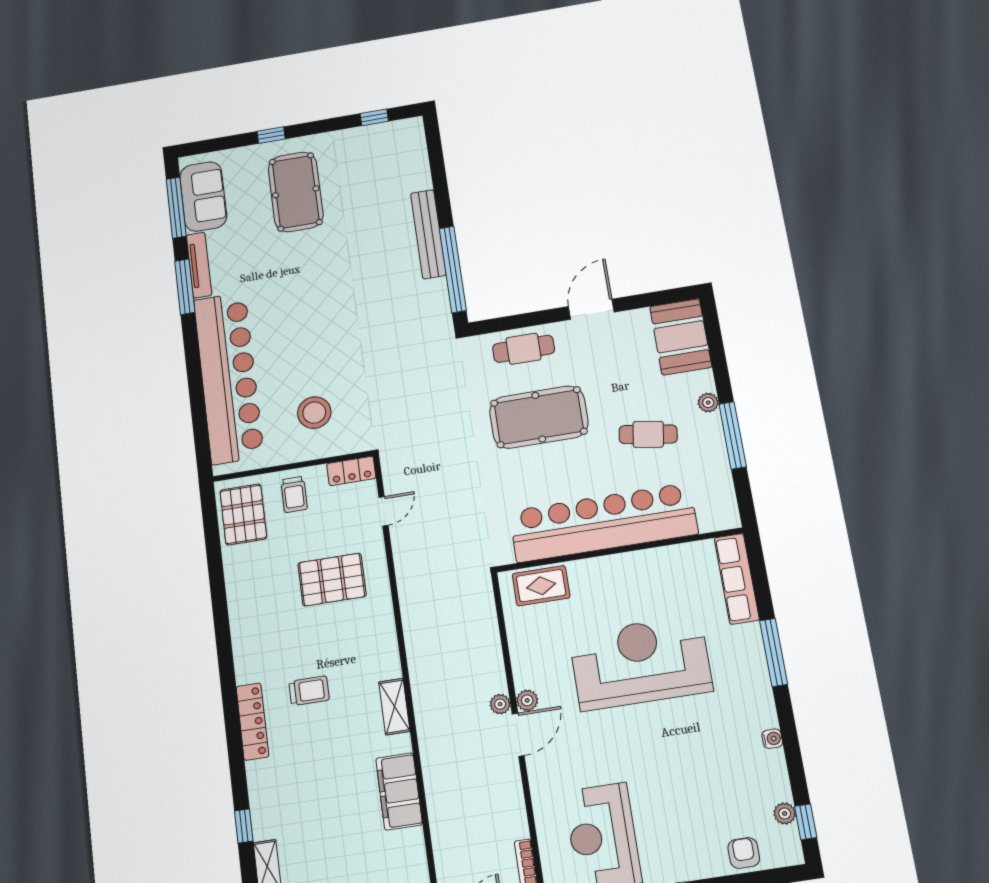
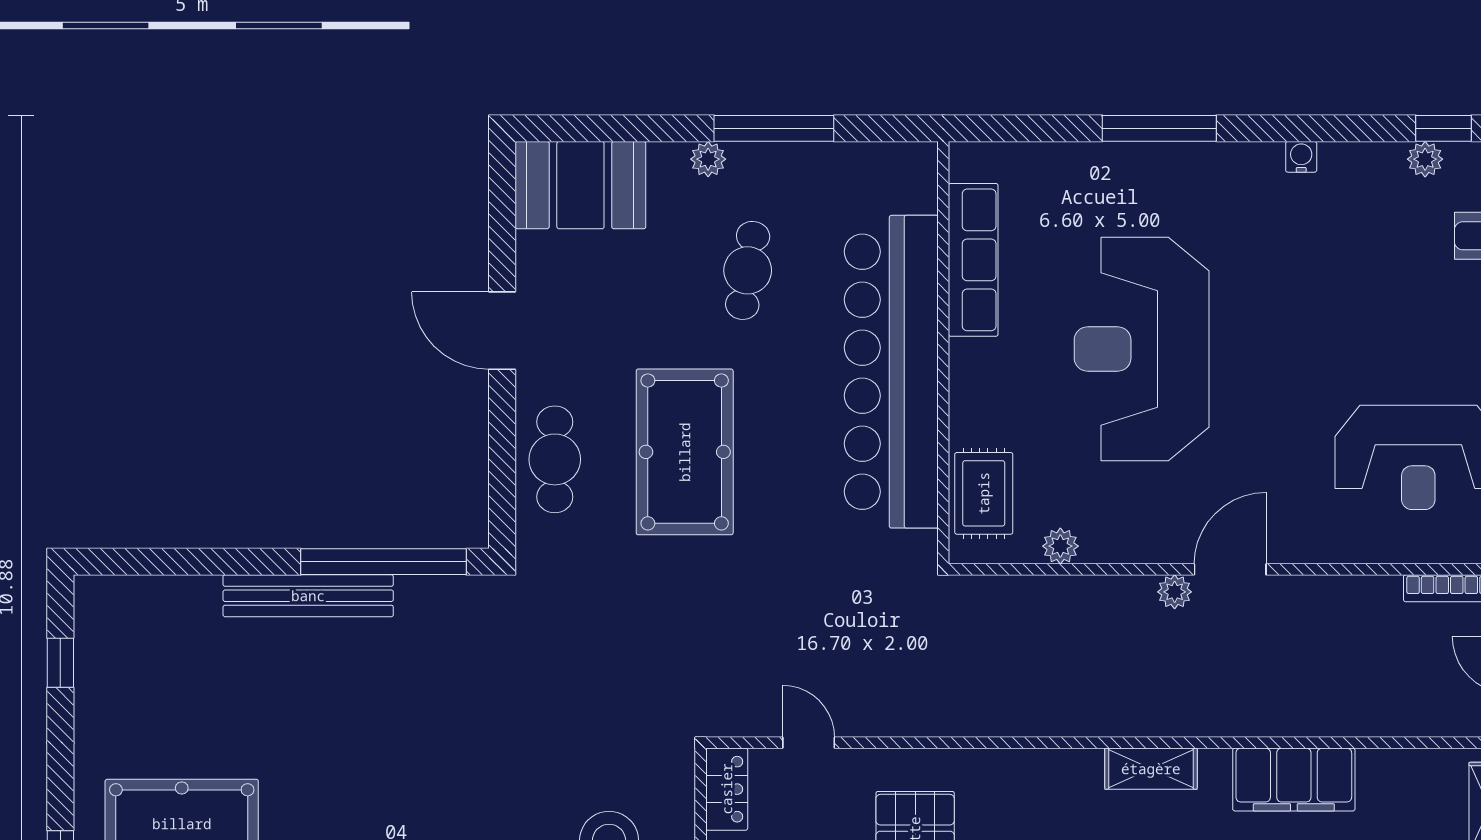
row of seats: (737, 579) -> (973, 260), moved, turned -90
plant: (527, 700) -> (1060, 546), moved
door: (518, 735) -> (1230, 569), hinge flipped

